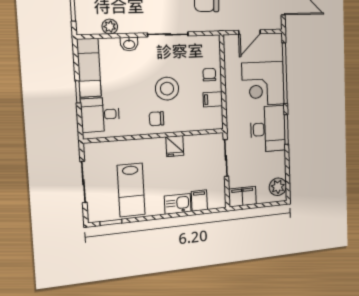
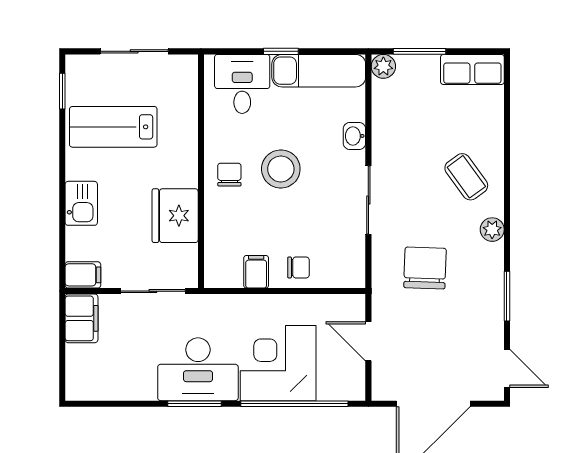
plant: (110, 27) -> (383, 66), moved
stool: (167, 89) -> (281, 169), moved
fridge: (175, 146) -> (175, 216), width x1.88, depth x1.34
plant: (278, 187) -> (92, 385), removed
filing cabinet: (199, 201) -> (83, 275), moved

